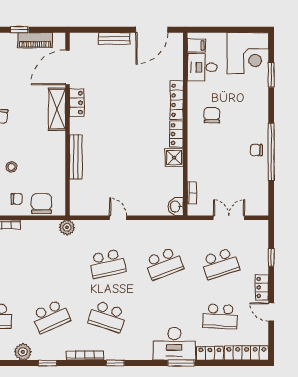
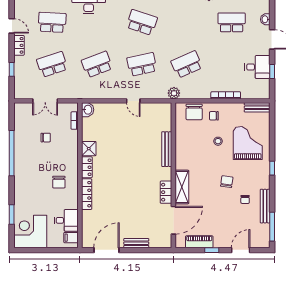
chair: (256, 150) -> (46, 138), moved
school desk: (51, 316) -> (187, 64), moved

